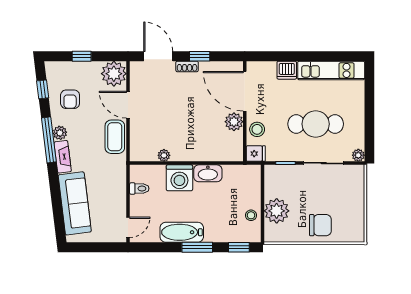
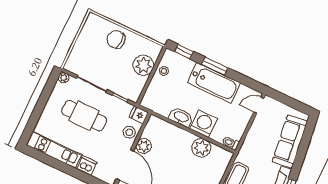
plant: (164, 155) -> (201, 148), width x1.88, depth x1.88
toilet: (139, 189) -> (231, 143), moved
bathtub: (182, 232) -> (214, 83), width x1.36, depth x1.36

